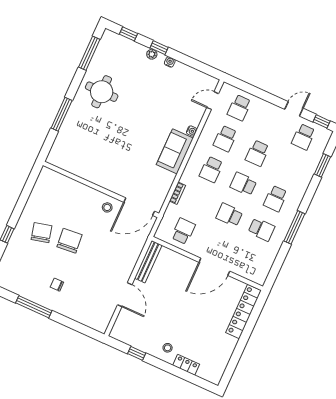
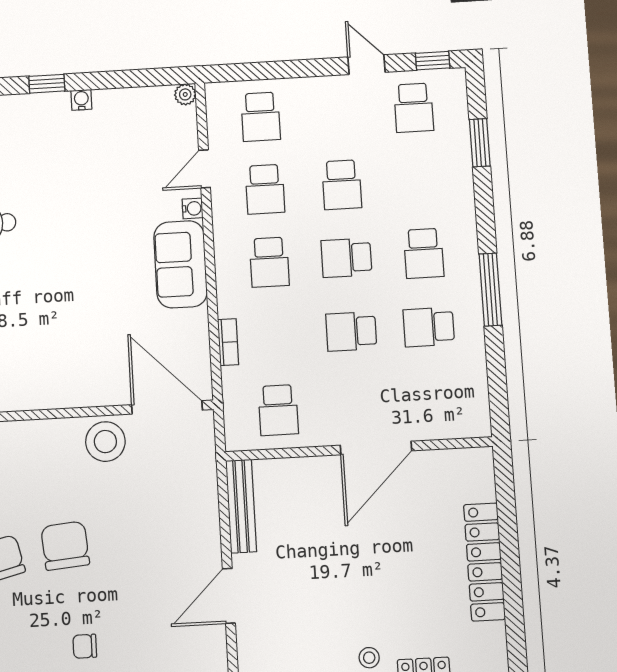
plant: (152, 54) -> (185, 94), moved
door: (213, 101) -> (205, 169), moved
door: (294, 109) -> (367, 65), hinge flipped
stool: (107, 207) -> (105, 442), width x1.89, depth x1.89
door: (139, 207) -> (167, 407), swing flipped
school desk: (261, 229) -> (429, 327), turned 180
school desk: (183, 231) -> (278, 410), turned 180
door: (125, 295) -> (229, 596), swing flipped
locker: (244, 311) -> (484, 562), moved

